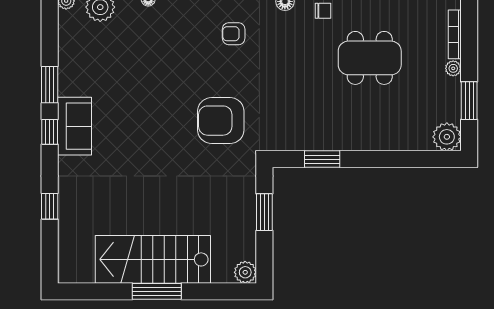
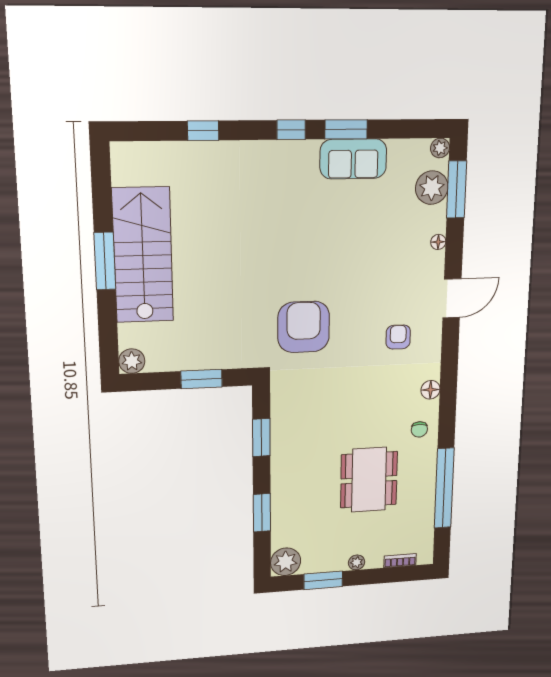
bookcase: (455, 34) -> (400, 561), width x0.64
sofa: (75, 126) -> (353, 159), moved
window: (396, 159) -> (262, 513), added

